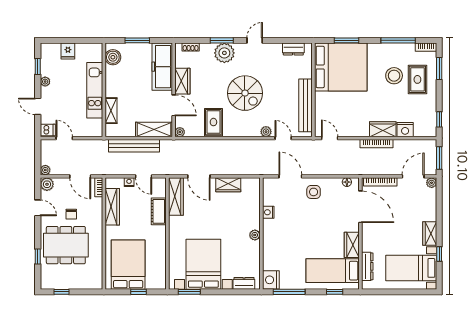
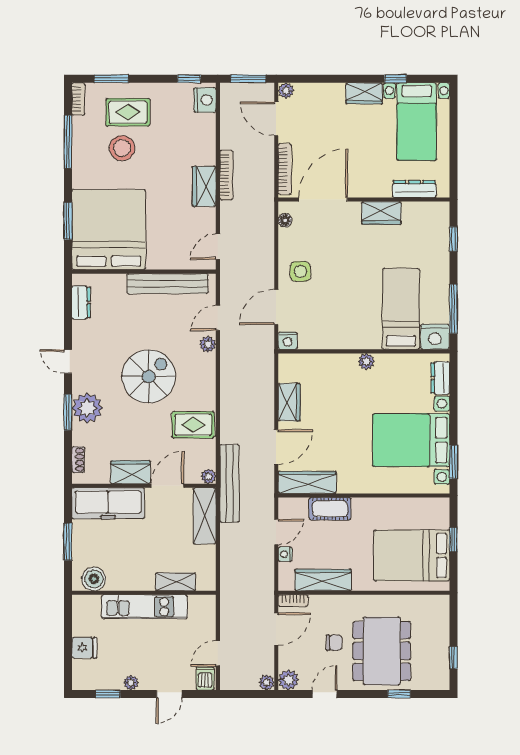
wardrobe: (383, 129) -> (204, 186), moved
nightstand: (405, 130) -> (205, 100), moved
bench: (134, 146) -> (229, 483), moved
nightstand: (268, 212) -> (288, 341), moved
bed: (333, 271) -> (401, 309), moved, turned 180

